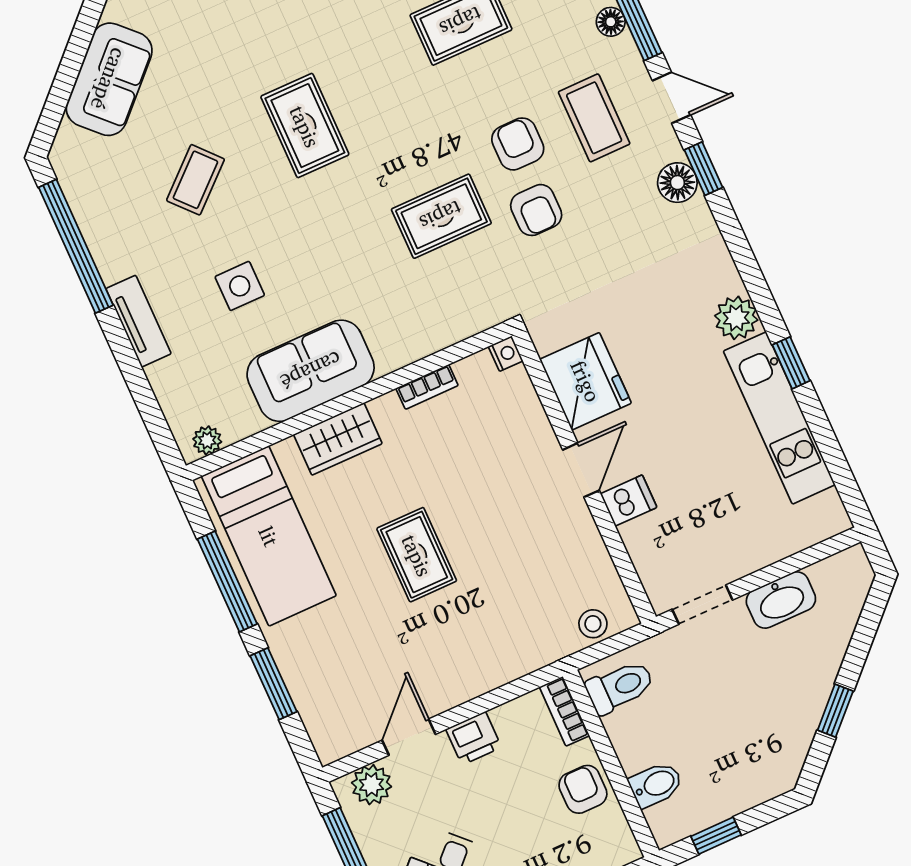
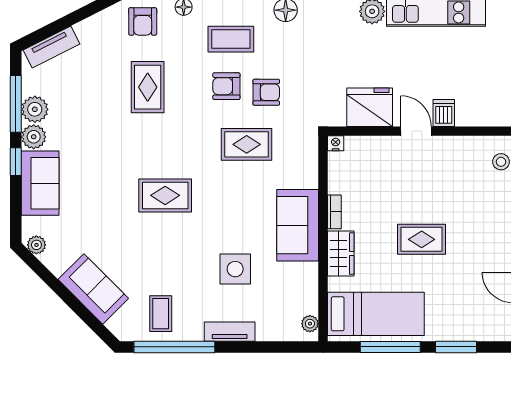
coffee table: (195, 180) -> (161, 314), moved, turned 42
rug: (441, 216) -> (247, 144), turned 90
side table: (240, 286) -> (235, 269), width x1.37, depth x1.37
sofa: (311, 371) -> (298, 225), moved
bookcase: (427, 387) -> (334, 212), moved

